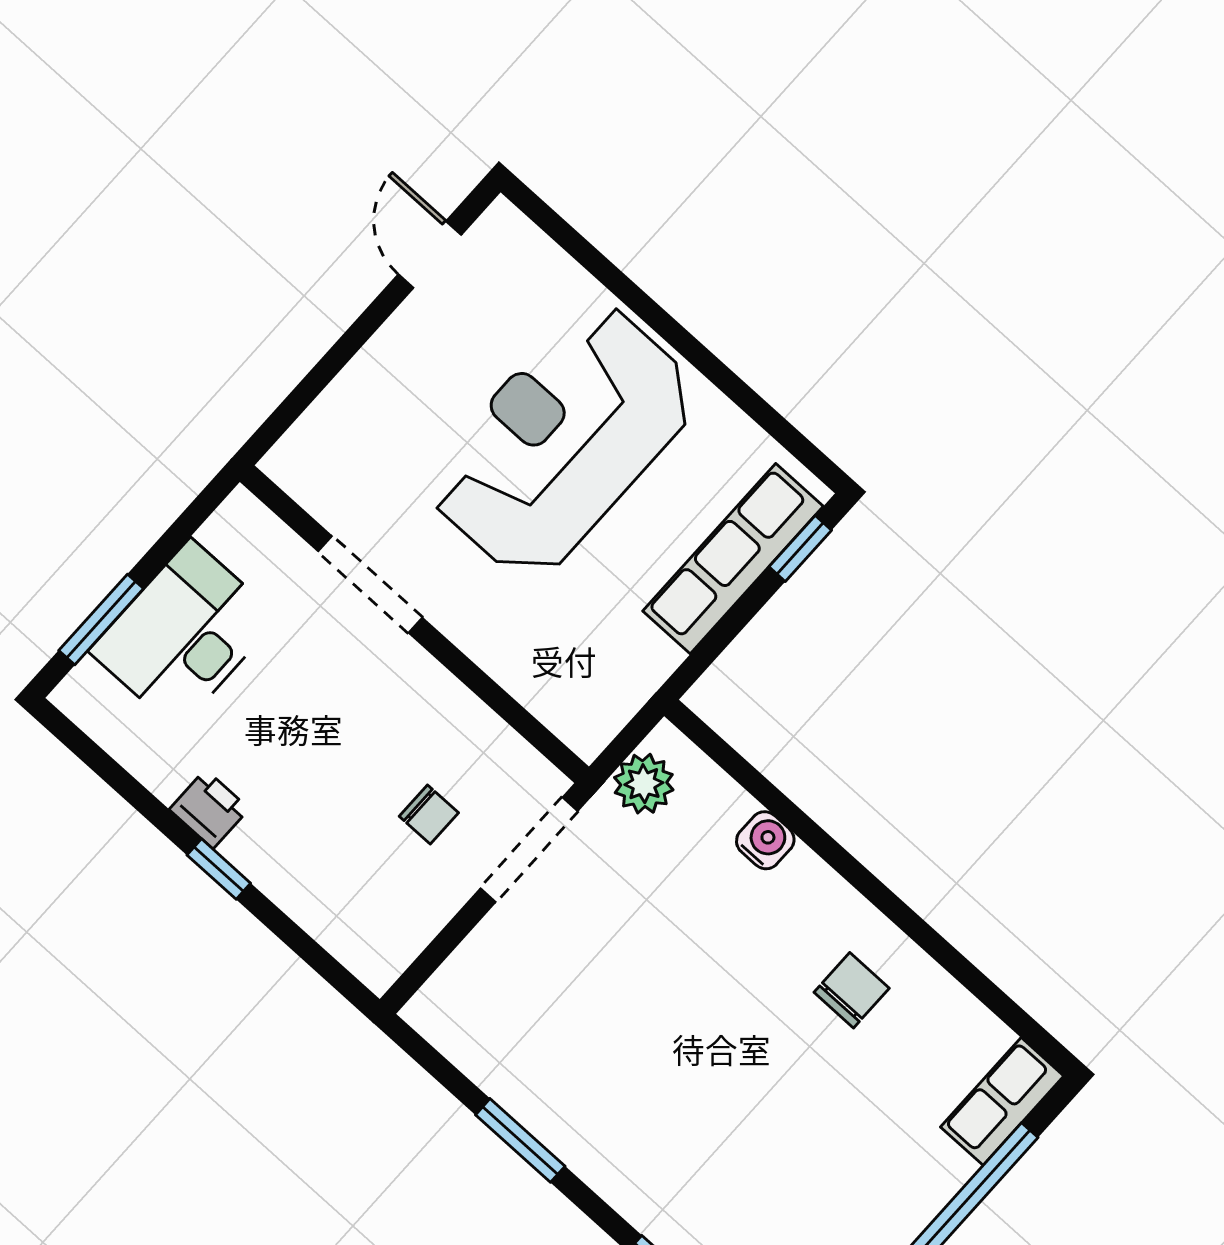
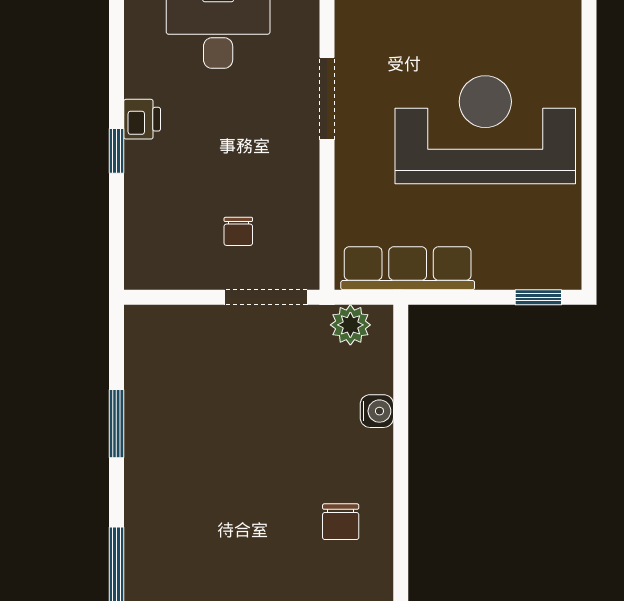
row of seats: (733, 559) -> (408, 268), moved
chair: (852, 990) -> (341, 522), turned 90

